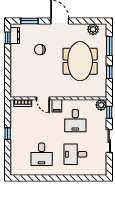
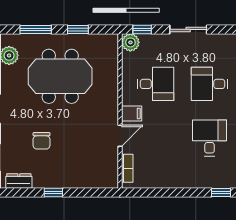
window: (8, 38) -> (53, 192), moved
window: (8, 134) -> (221, 192), moved
desk: (42, 154) -> (209, 138), turned -90
desk: (75, 154) -> (209, 84), turned 90

